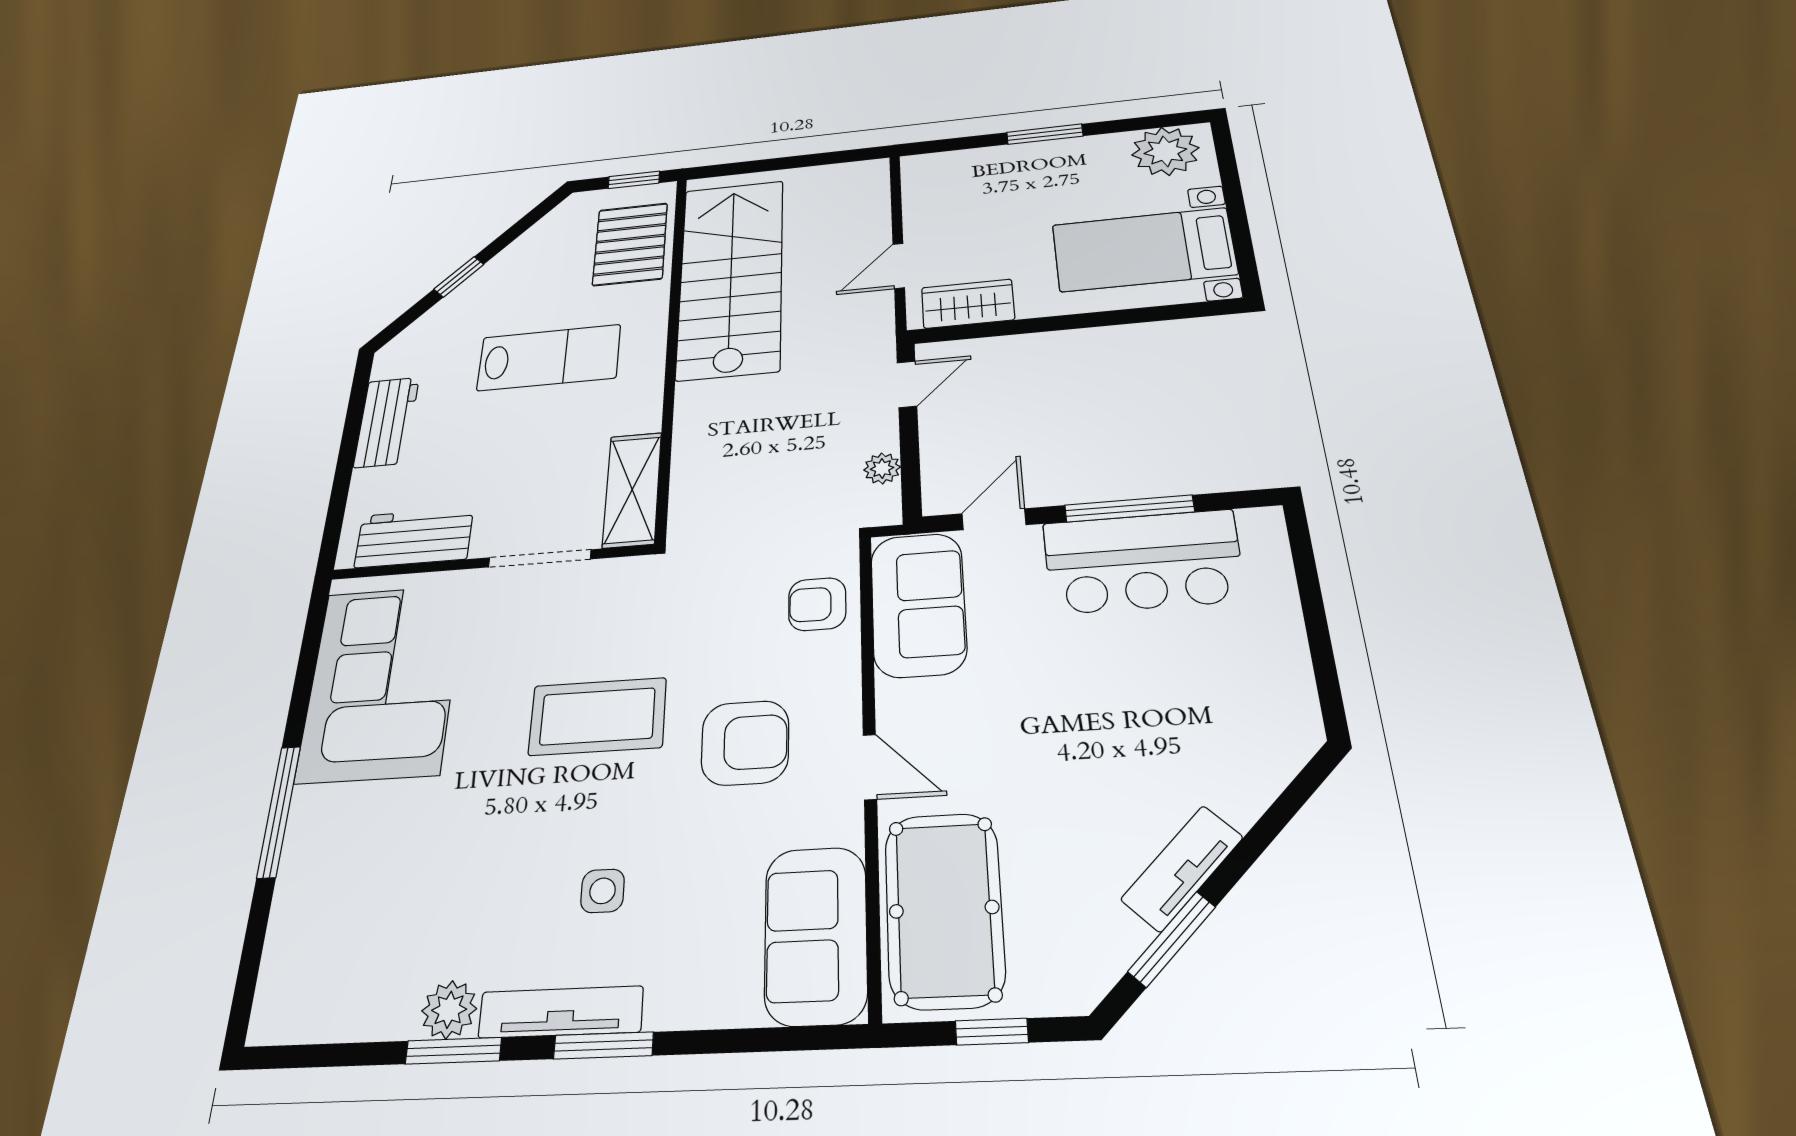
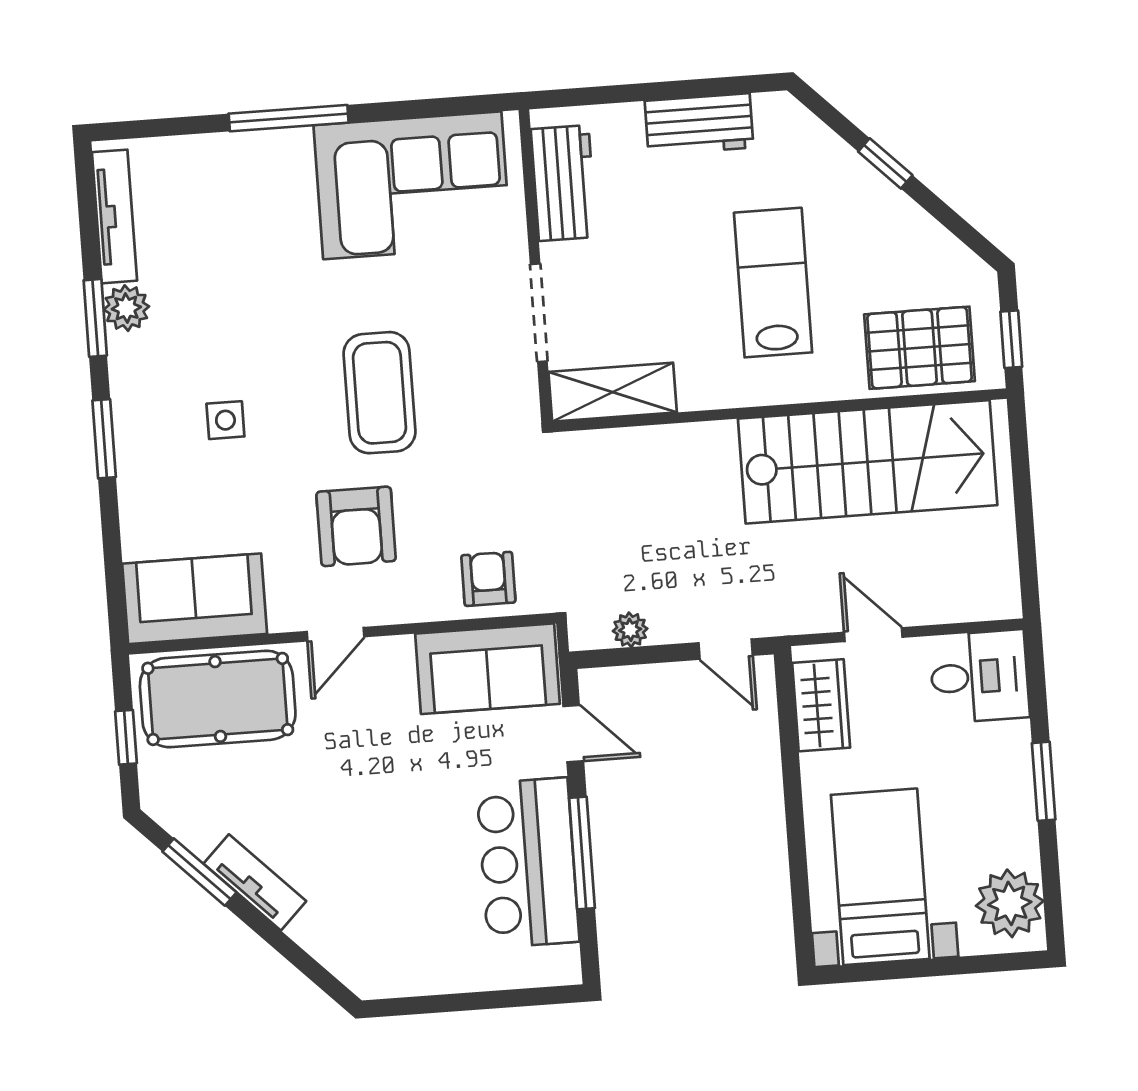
desk: (943, 185) -> (979, 677), added
lab bench: (549, 358) -> (773, 283), turned 180
tv unit: (561, 1012) -> (115, 216), moved

